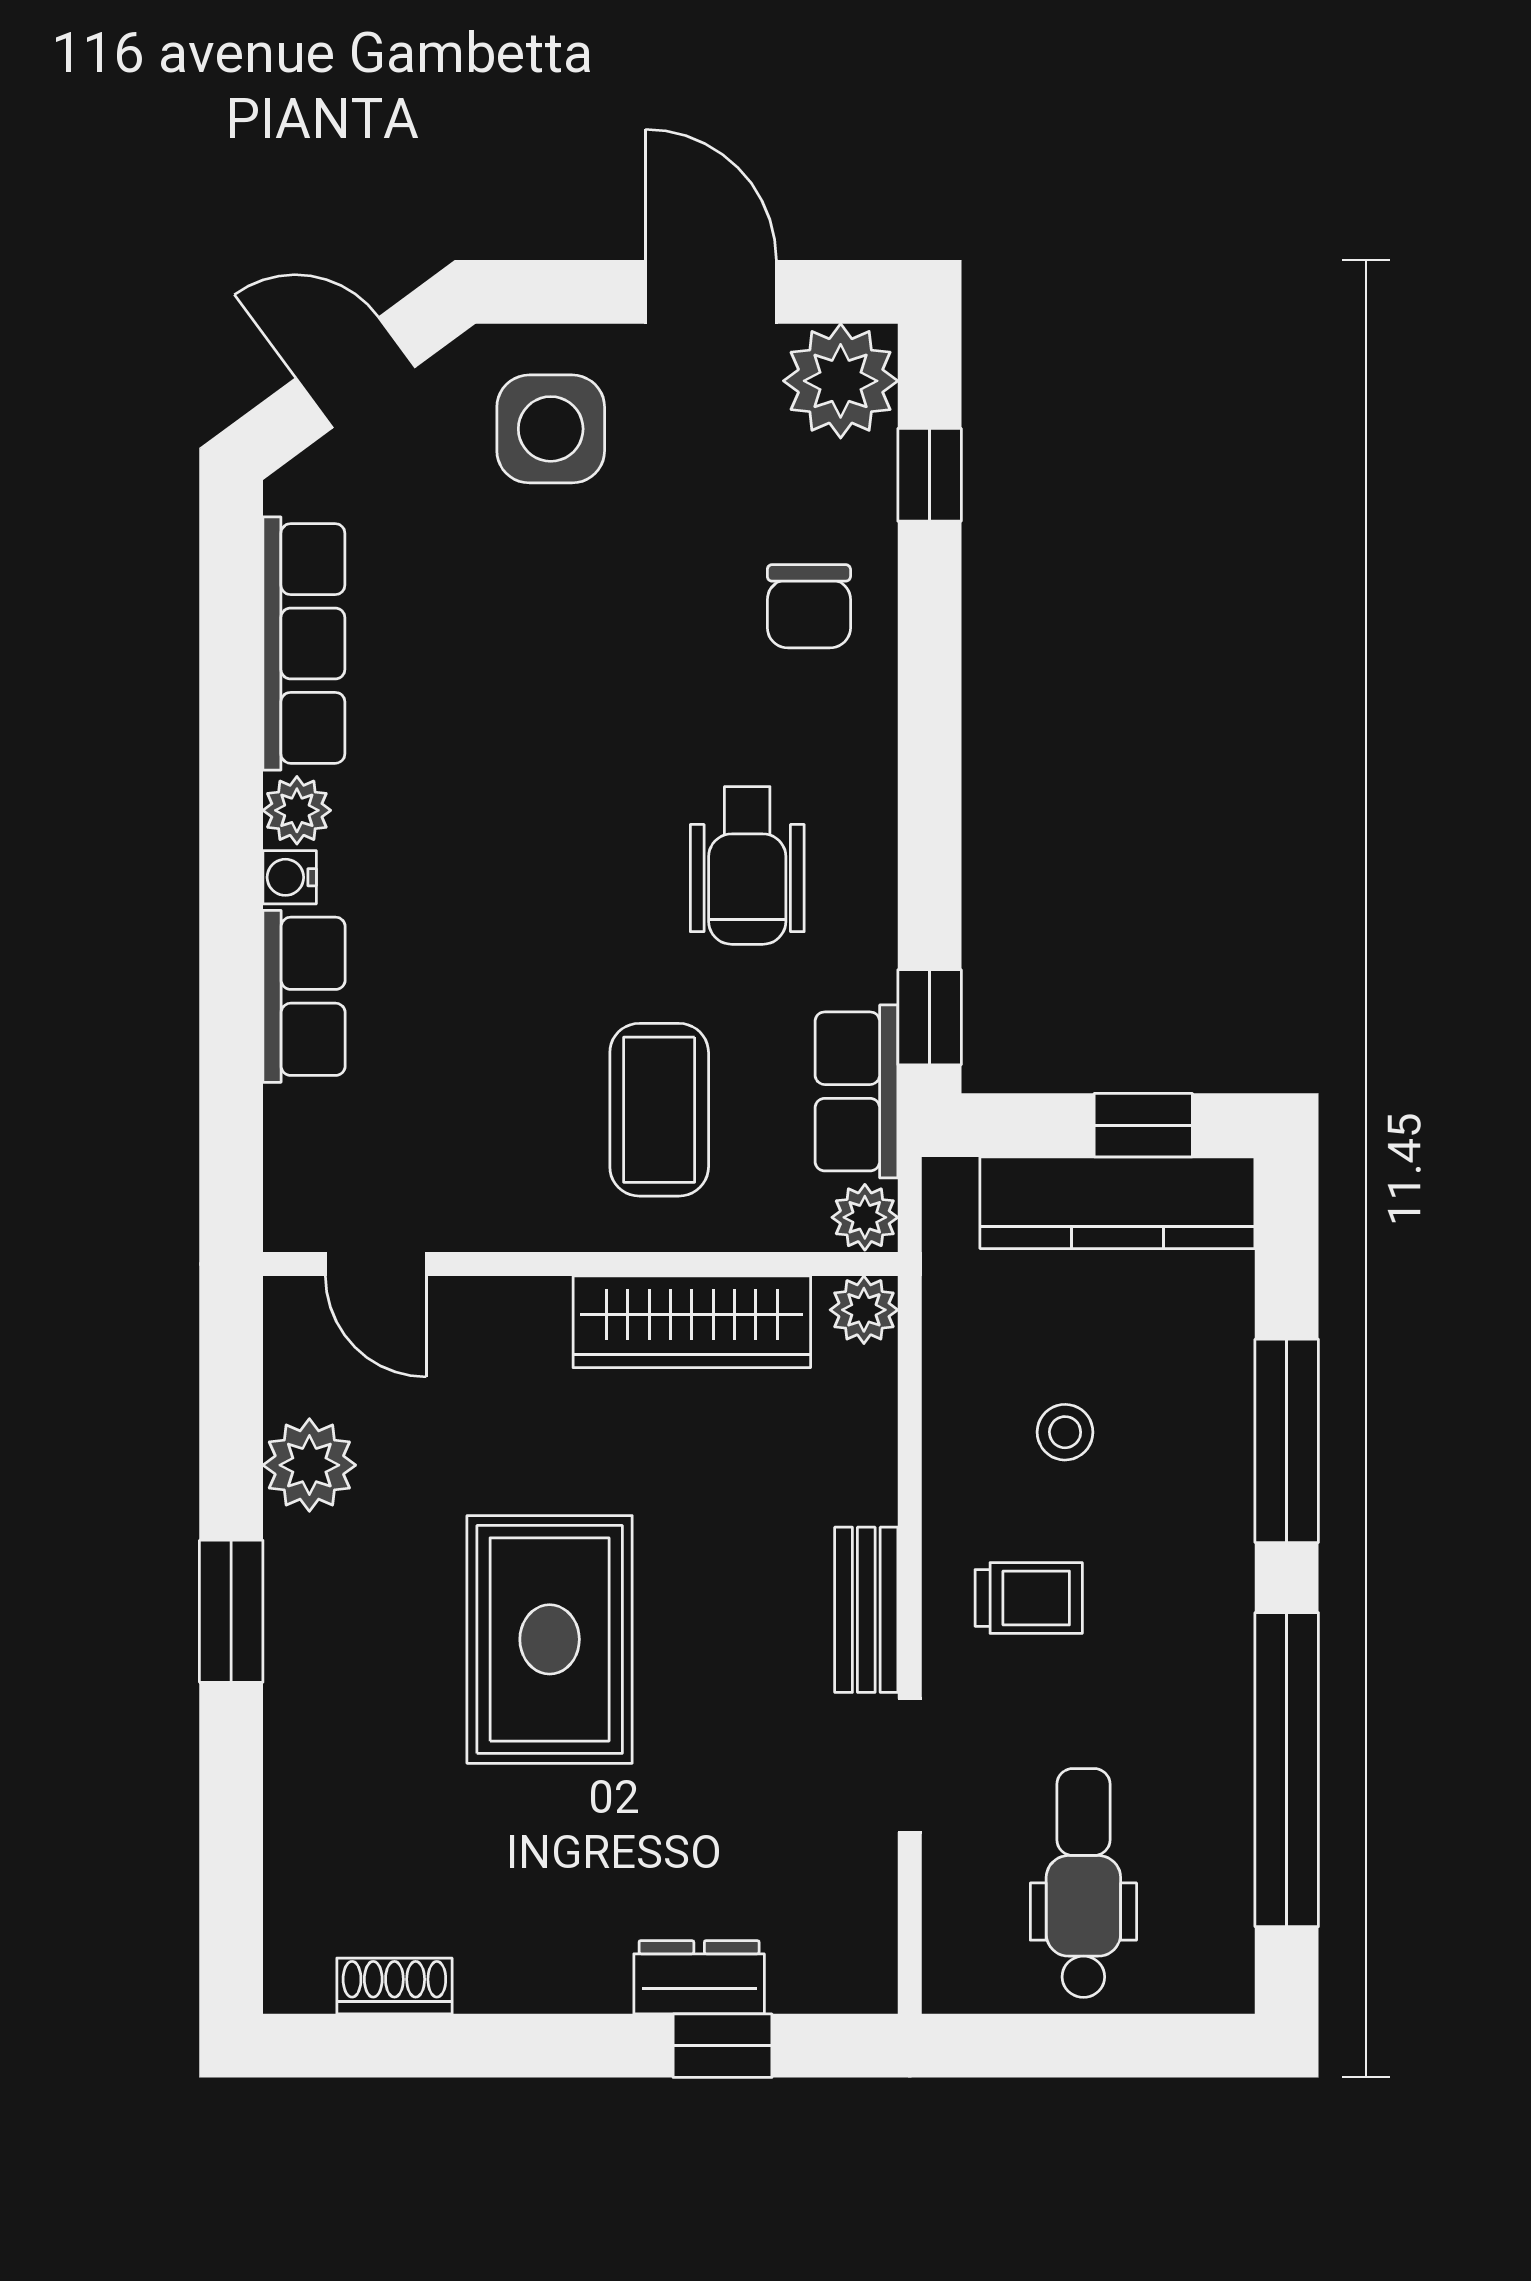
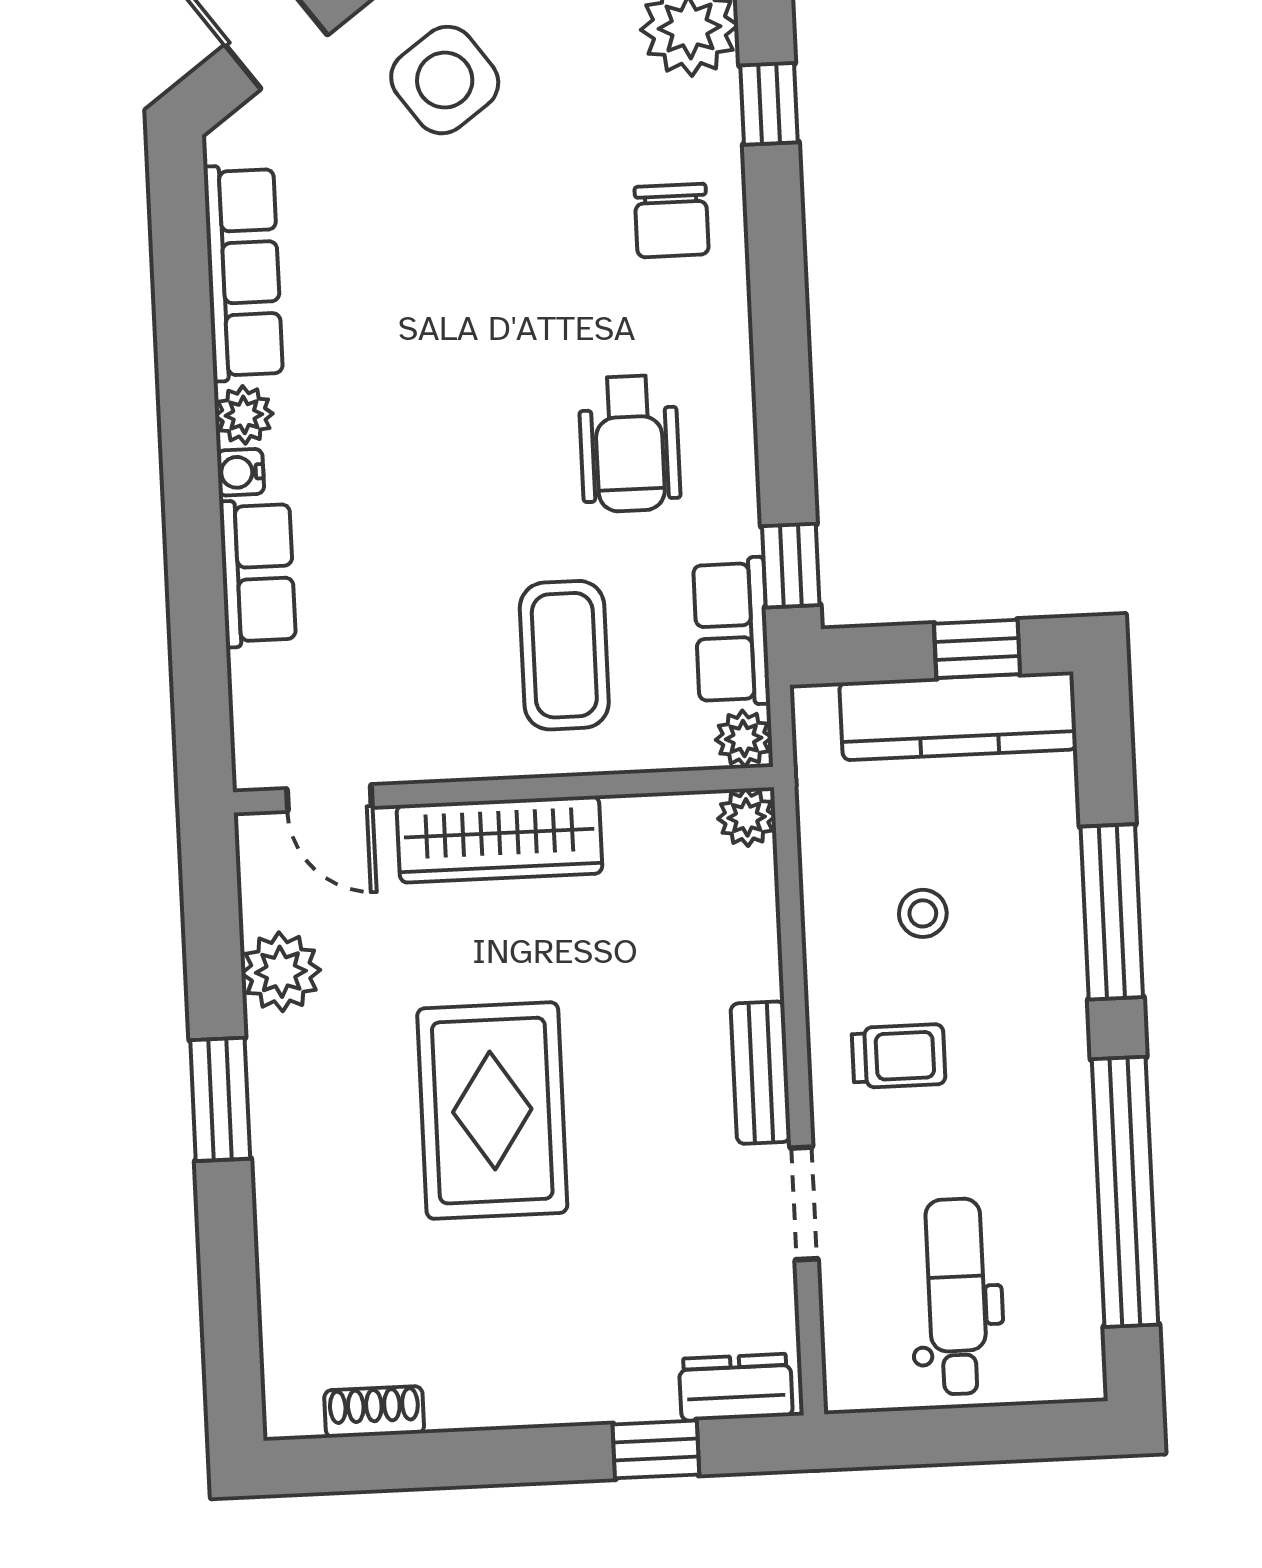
side table: (551, 429) -> (445, 80), turned -36
wardrobe: (692, 1322) -> (499, 839), moved
dresser: (699, 1977) -> (736, 1387), moved

